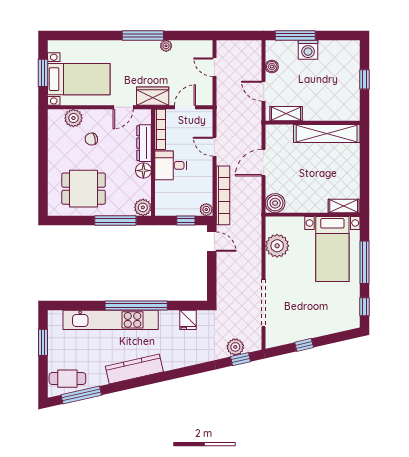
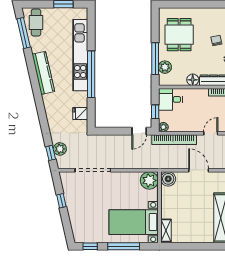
desk: (171, 165) -> (170, 99), moved, turned -90
plant: (143, 207) -> (165, 67), moved
plant: (277, 246) -> (149, 180), moved

